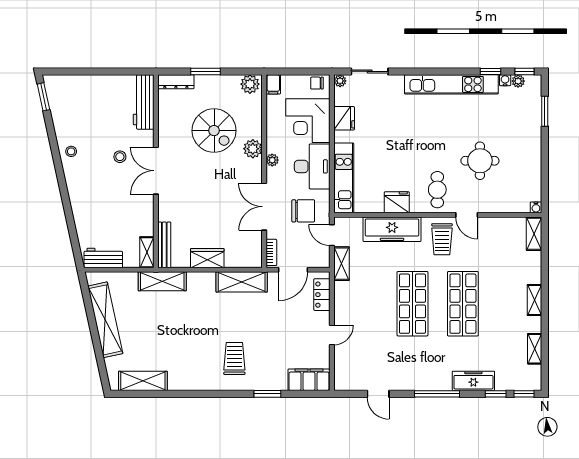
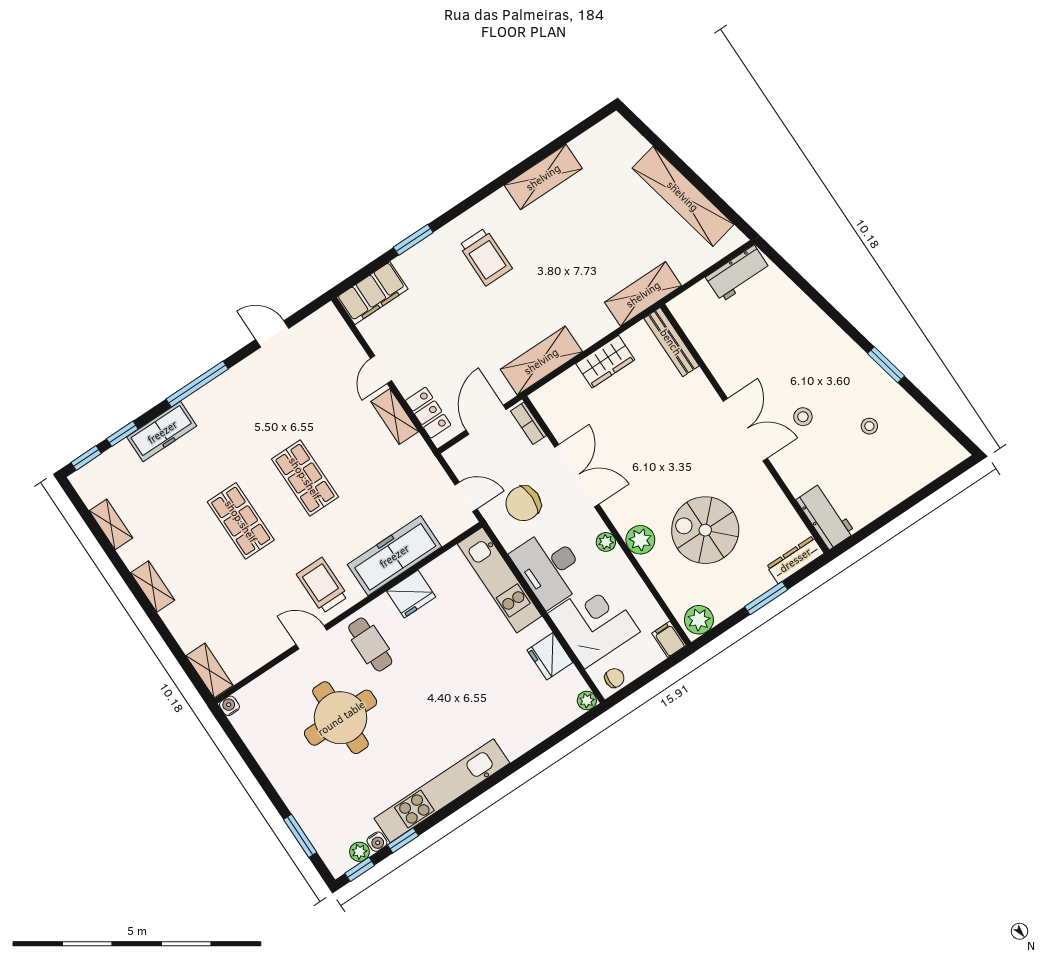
sliding door: (370, 71) -> (557, 738), removed
window: (43, 97) -> (886, 365), moved
workbench: (144, 102) -> (825, 516), width x0.73
stool: (71, 151) -> (869, 426), moved
round table: (480, 161) -> (341, 718), width x1.36, depth x1.36
shelving: (147, 252) -> (687, 318), removed
shelving: (341, 264) -> (395, 416), moved
shop shelf: (412, 304) -> (305, 478), width x0.70, depth x0.74
shop shelf: (463, 304) -> (241, 521), width x0.70, depth x0.74
shelving: (143, 381) -> (543, 177), moved

